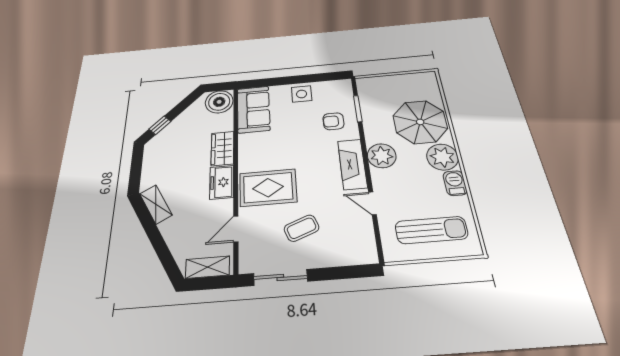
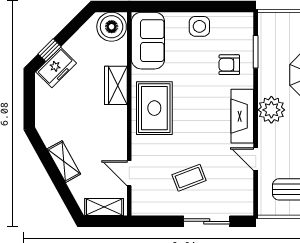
freezer: (222, 182) -> (56, 67), moved, turned -135
rug: (268, 188) -> (154, 108), moved, turned 90
shelving: (156, 204) -> (64, 162), moved
door: (236, 229) -> (129, 173), hinge flipped
sliding door: (280, 277) -> (207, 221), moved

